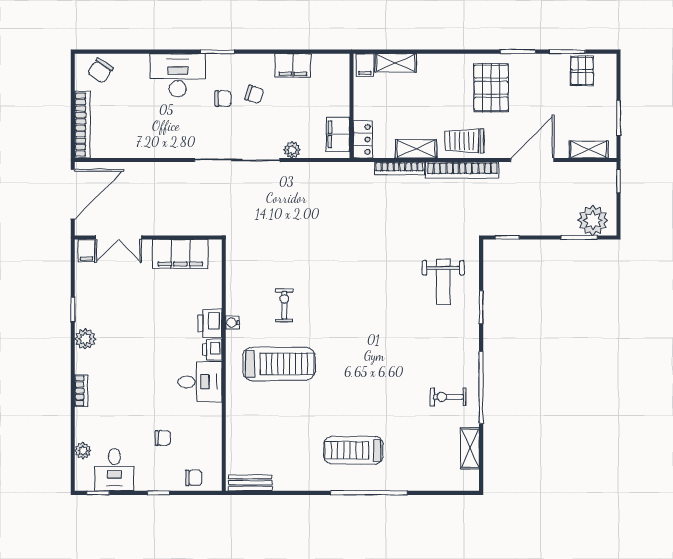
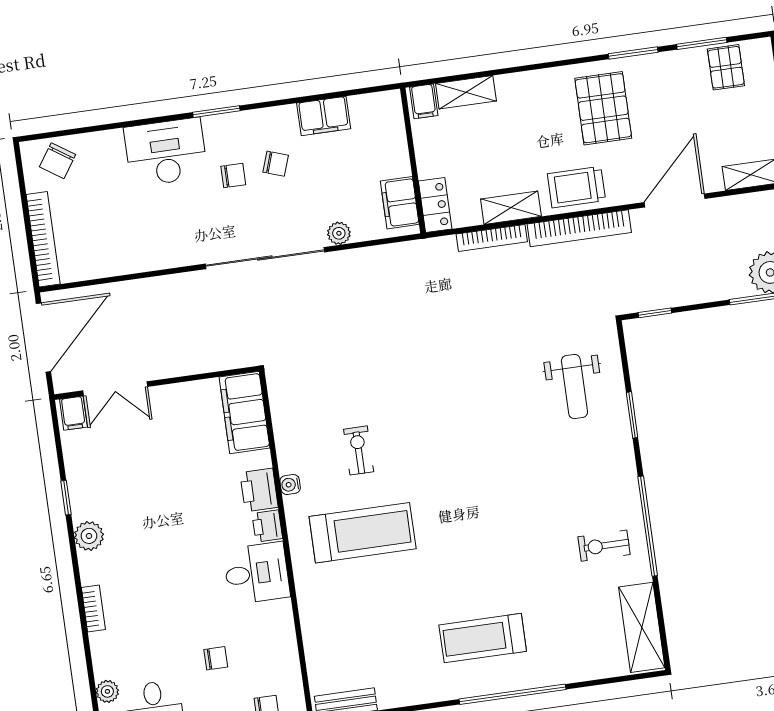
filing cabinet: (180, 254) -> (244, 412), moved, turned 90
shelving: (470, 448) -> (642, 627), width x1.50, depth x1.33

